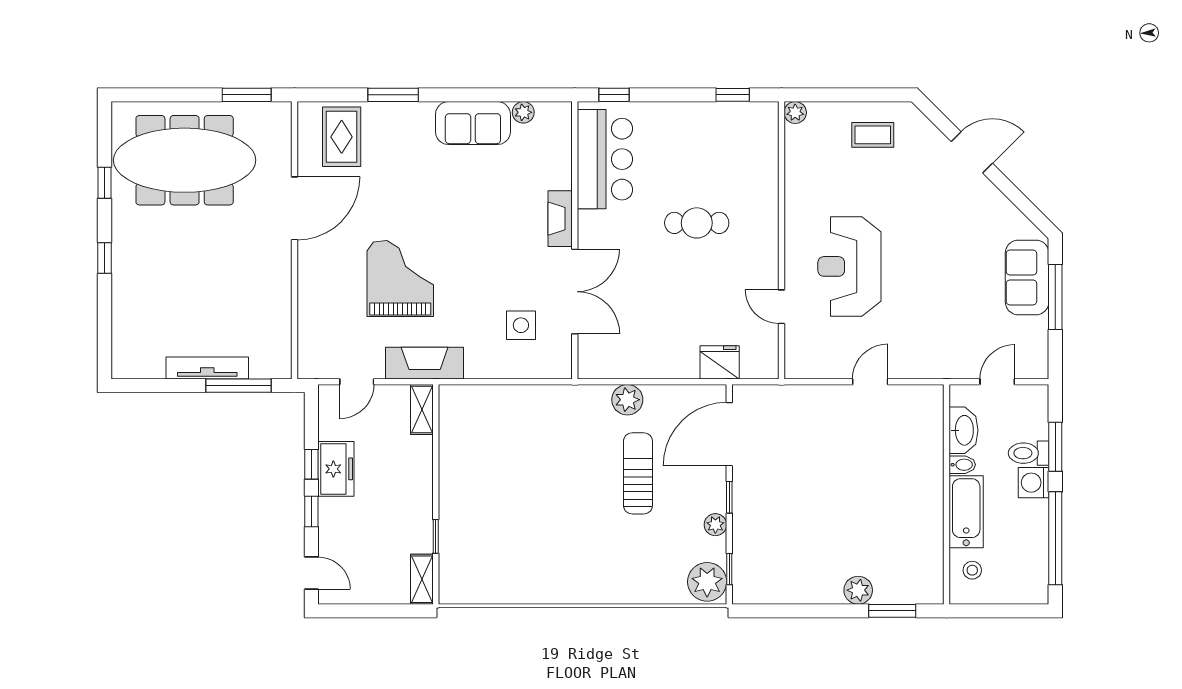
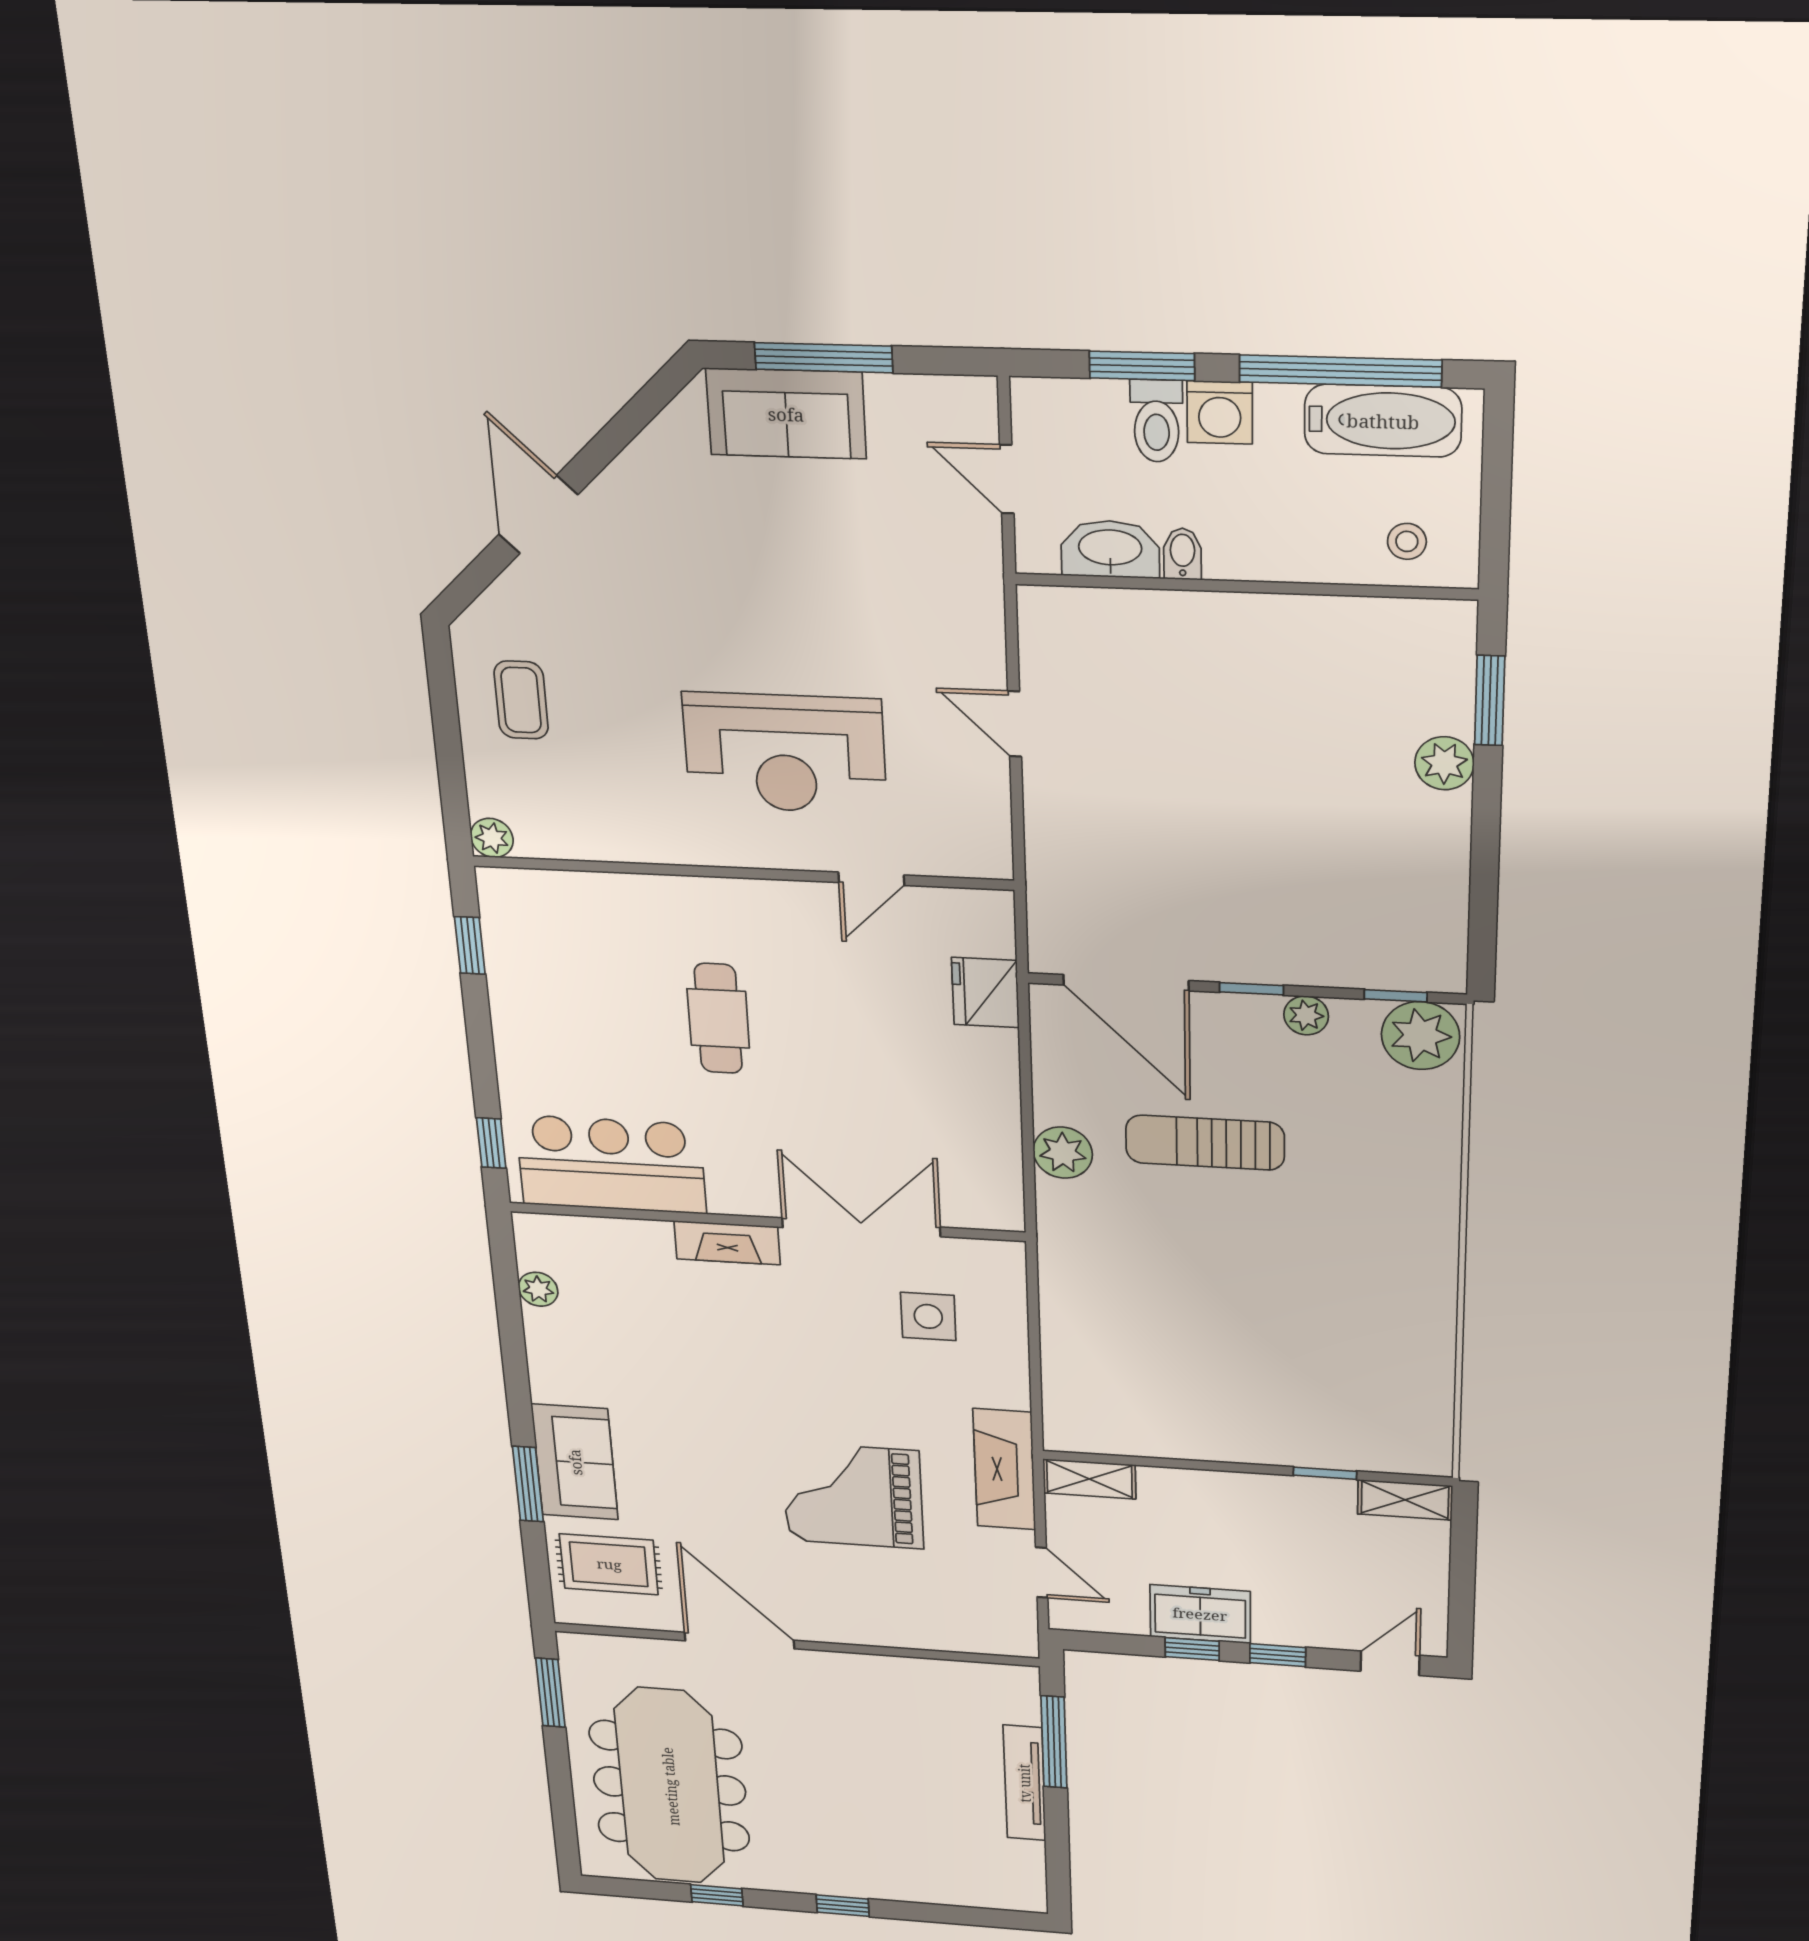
sofa: (473, 123) -> (575, 1462), moved
bathtub: (966, 512) -> (1383, 421), moved, turned 180

